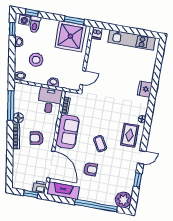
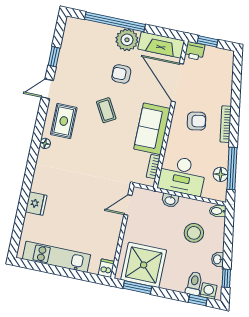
fridge: (145, 89) -> (36, 204), moved
desk: (50, 100) -> (182, 175), width x1.37
floor lamp: (18, 118) -> (221, 174), moved
plant: (123, 200) -> (127, 40), moved

